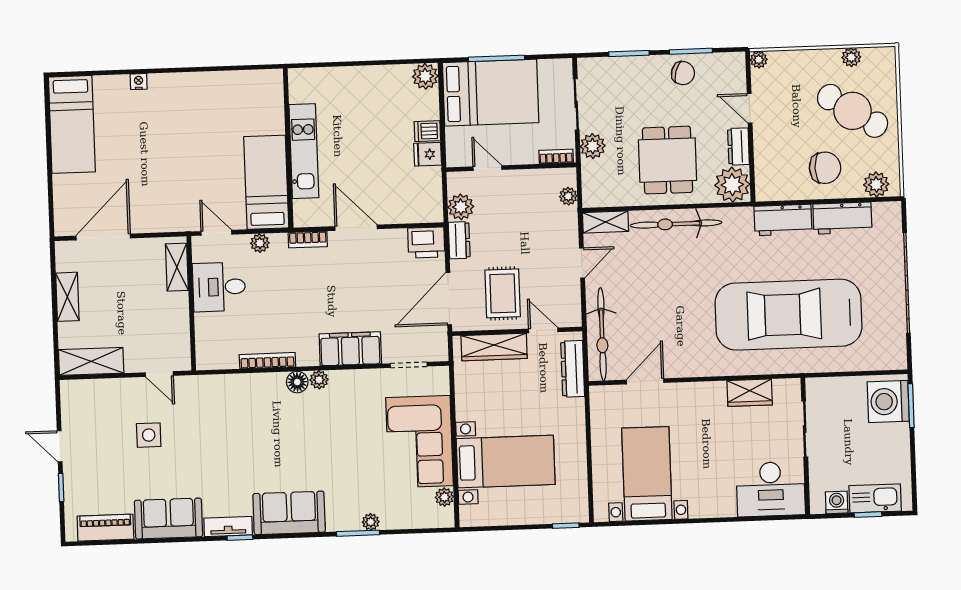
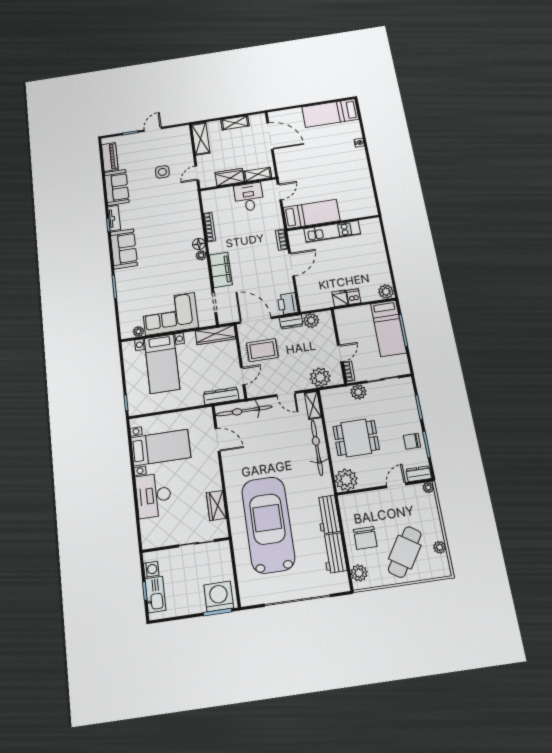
chair: (683, 73) -> (412, 441), turned 73
bed: (491, 93) -> (388, 328), width x0.67
dresser: (738, 147) -> (419, 474), moved
door: (487, 168) -> (340, 353), moved
plant: (568, 196) -> (320, 377), width x1.88, depth x1.88
plant: (260, 243) -> (276, 215), removed
wardrobe: (175, 317) -> (230, 177), added
wardrobe: (494, 347) -> (216, 335), moved, turned -90
desk: (771, 489) -> (153, 495), moved
plant: (371, 522) -> (121, 293), removed

